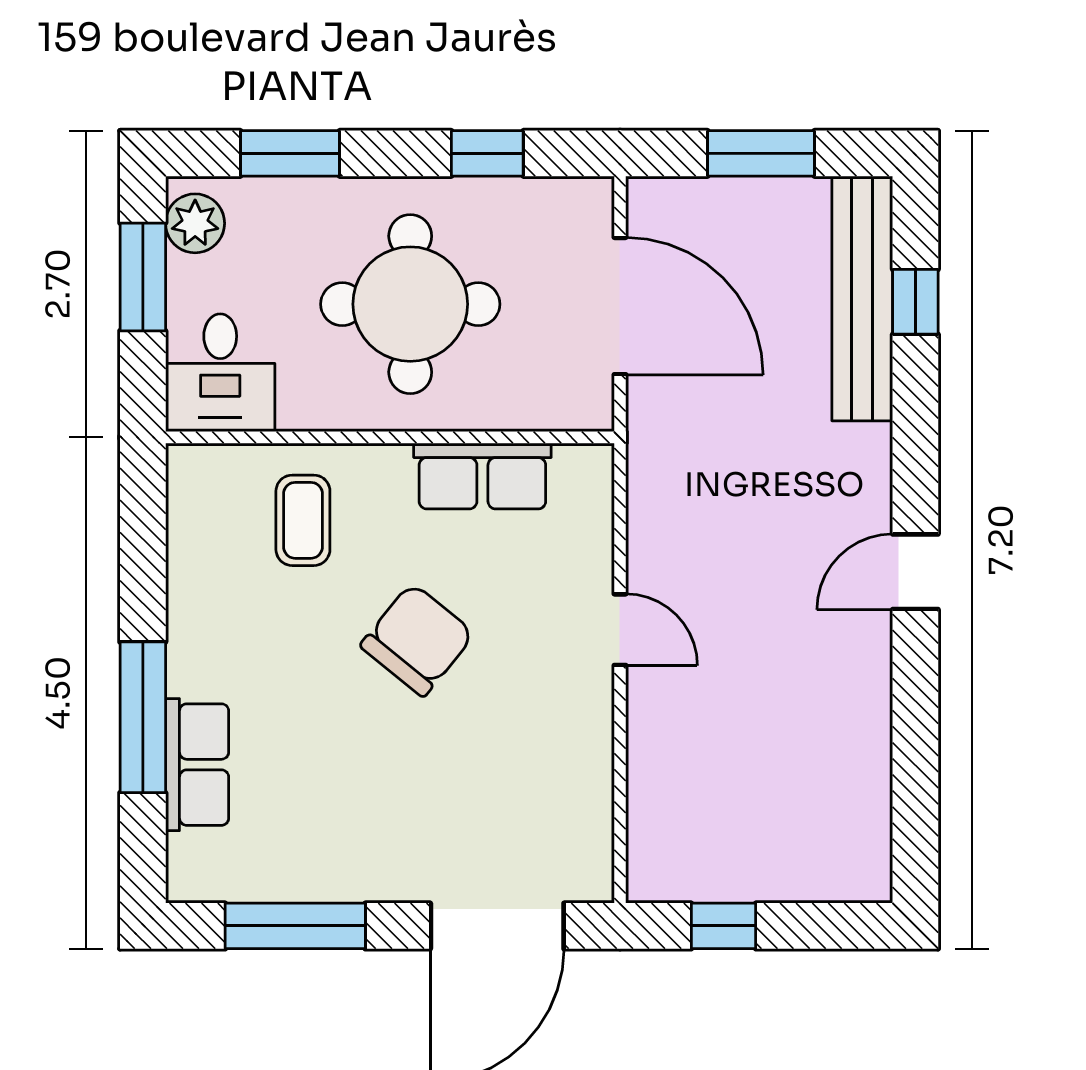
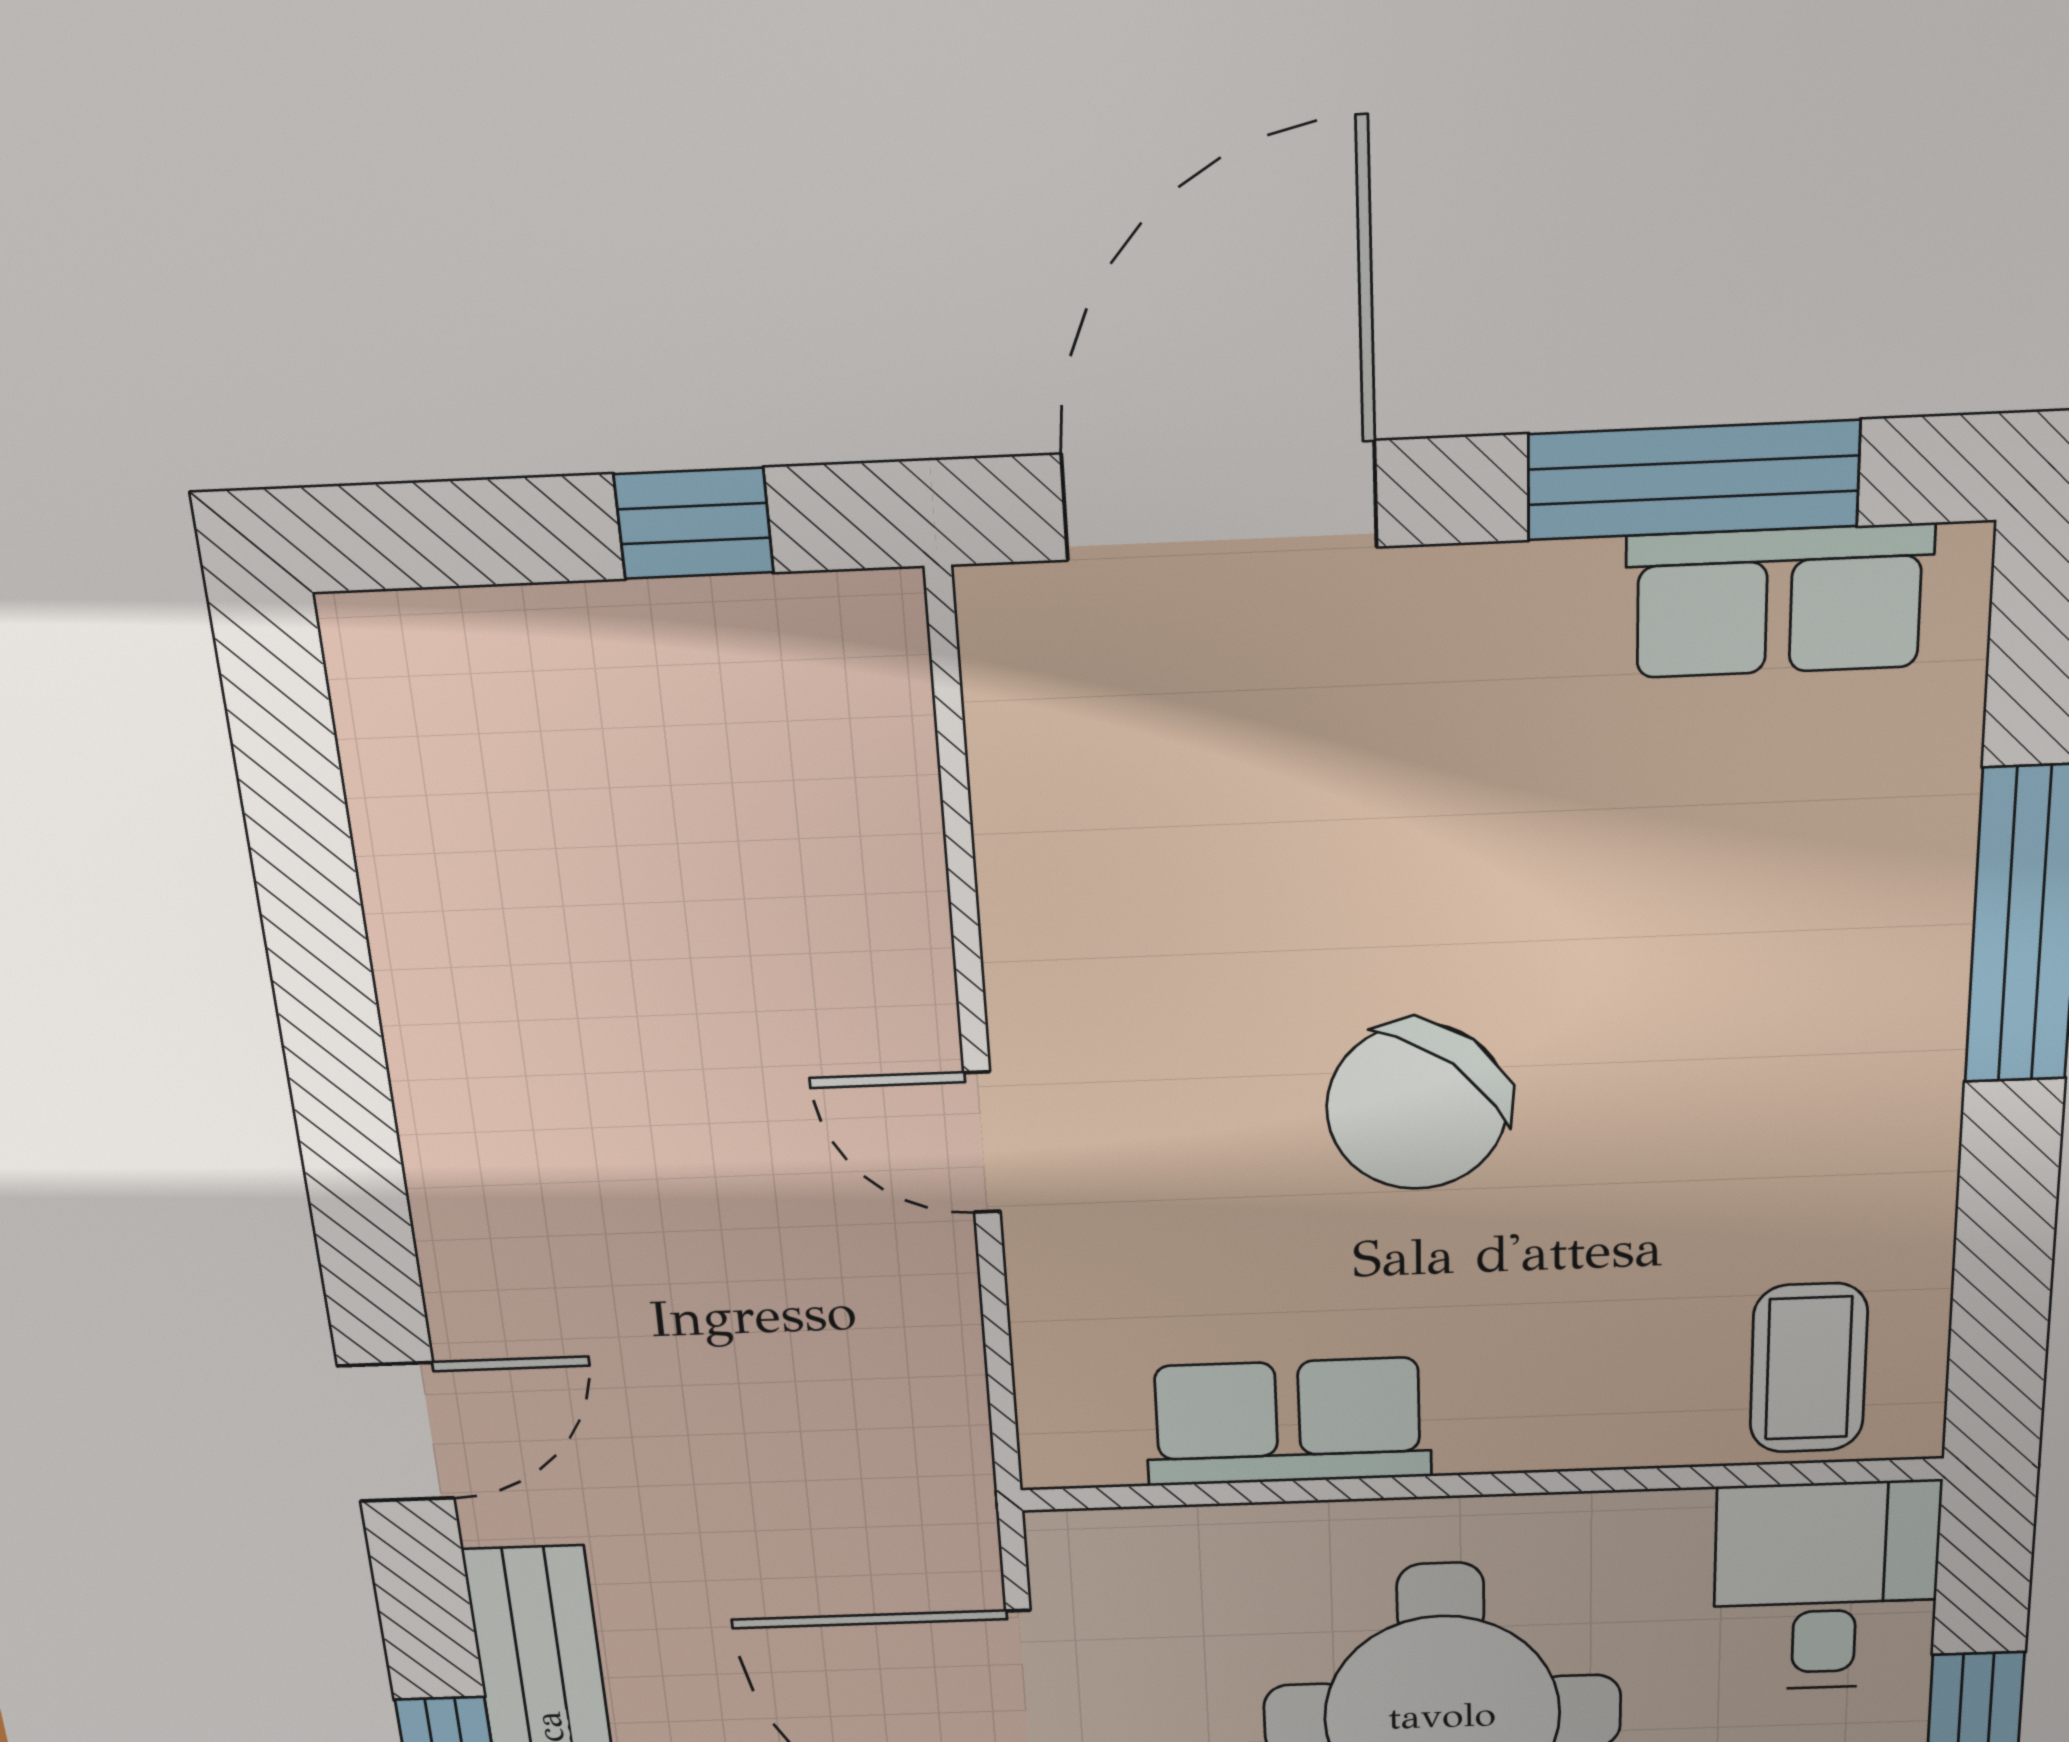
coffee table: (303, 520) -> (1809, 1368), moved
door: (915, 572) -> (396, 1432), moved
row of seats: (197, 765) -> (1779, 601), moved, turned -90

